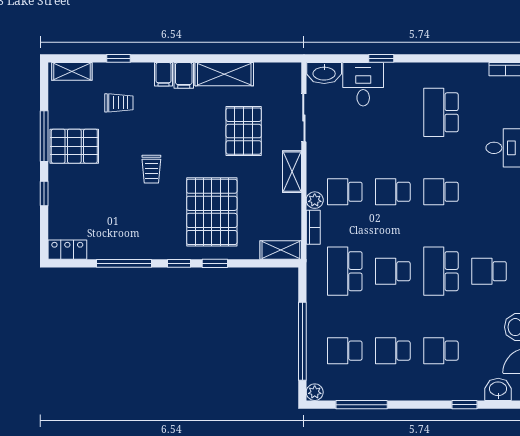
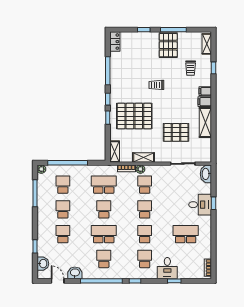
desk: (363, 84) -> (200, 205), moved
shelving: (292, 172) -> (144, 157), moved
school desk: (489, 192) -> (145, 259), added

